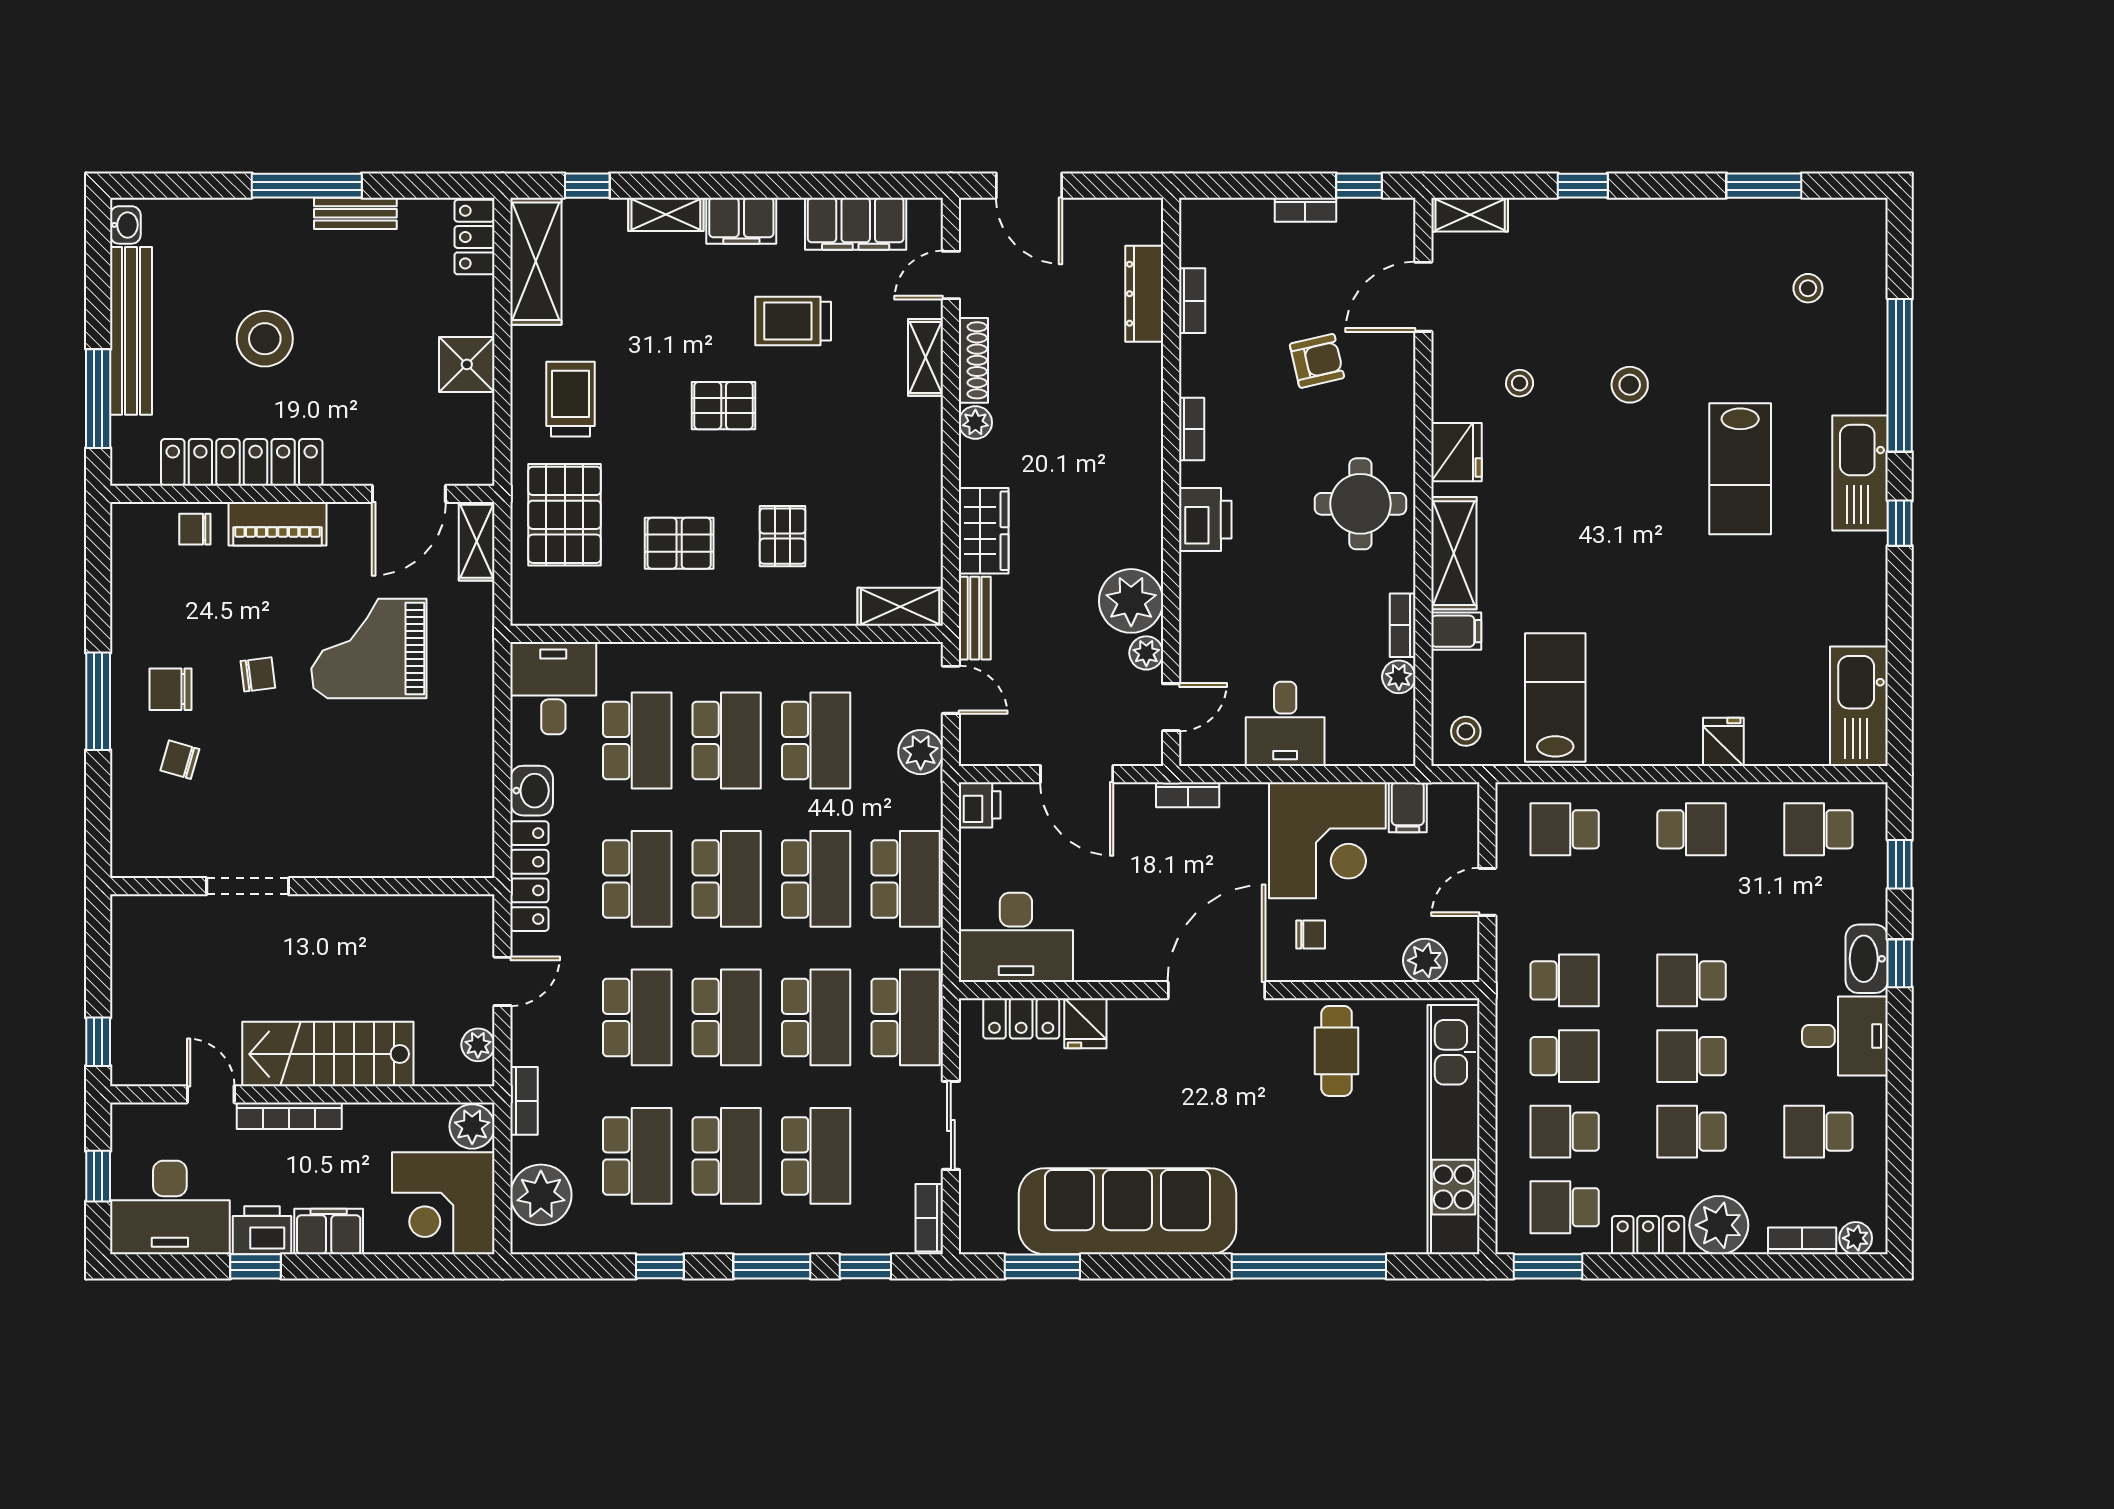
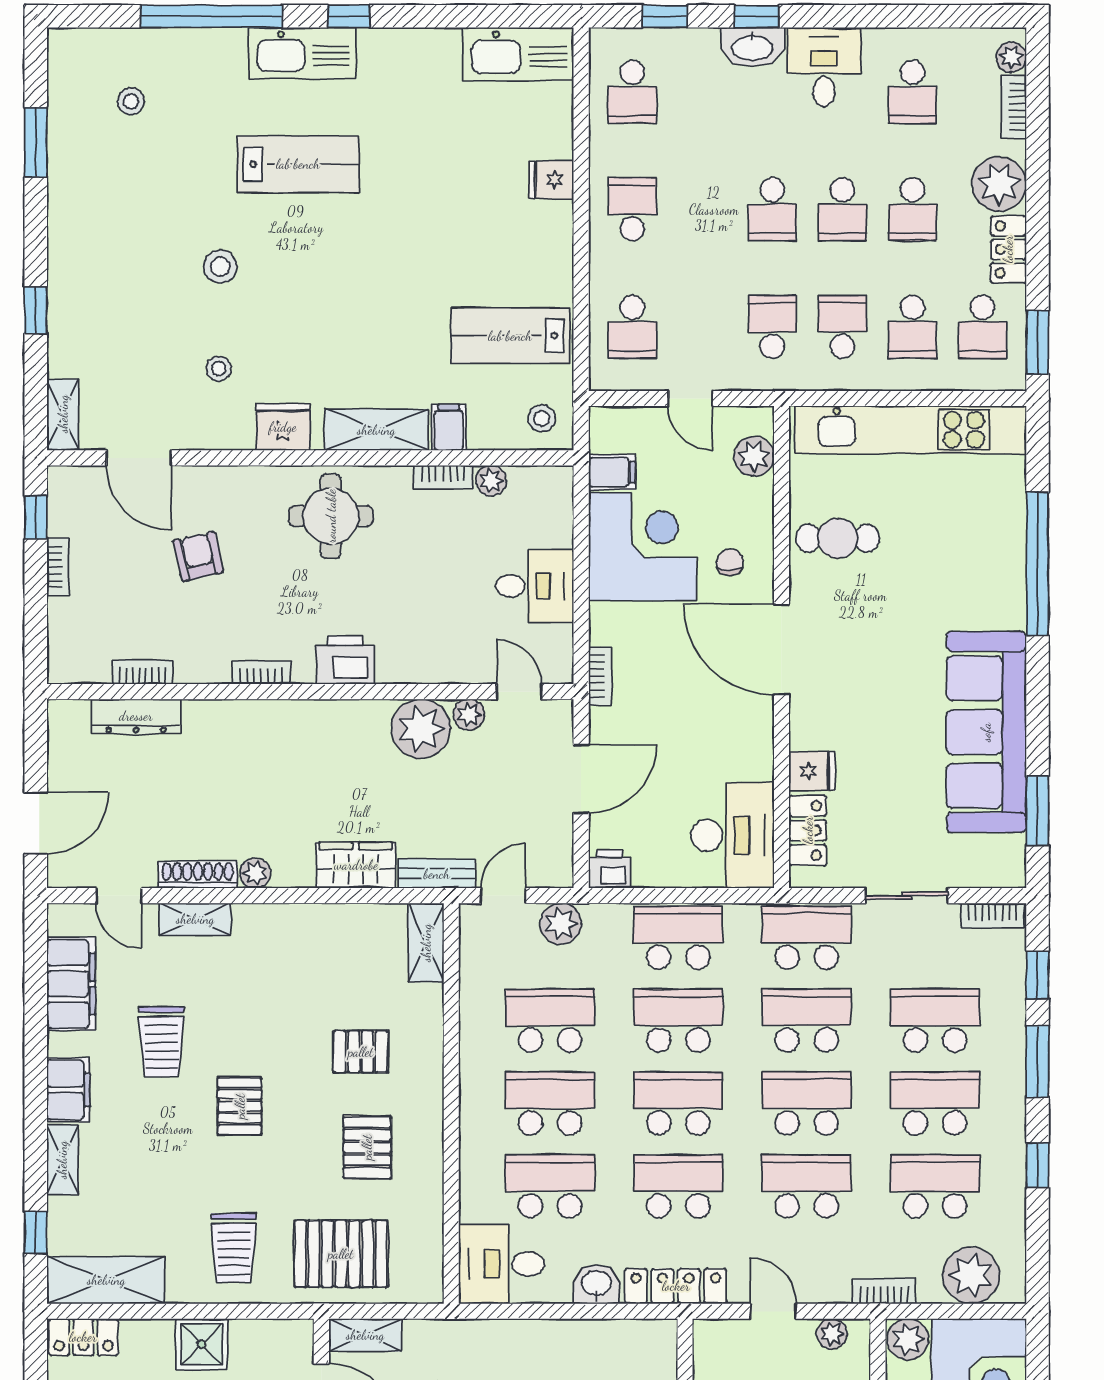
trolley: (570, 399) -> (234, 1248), turned -90

